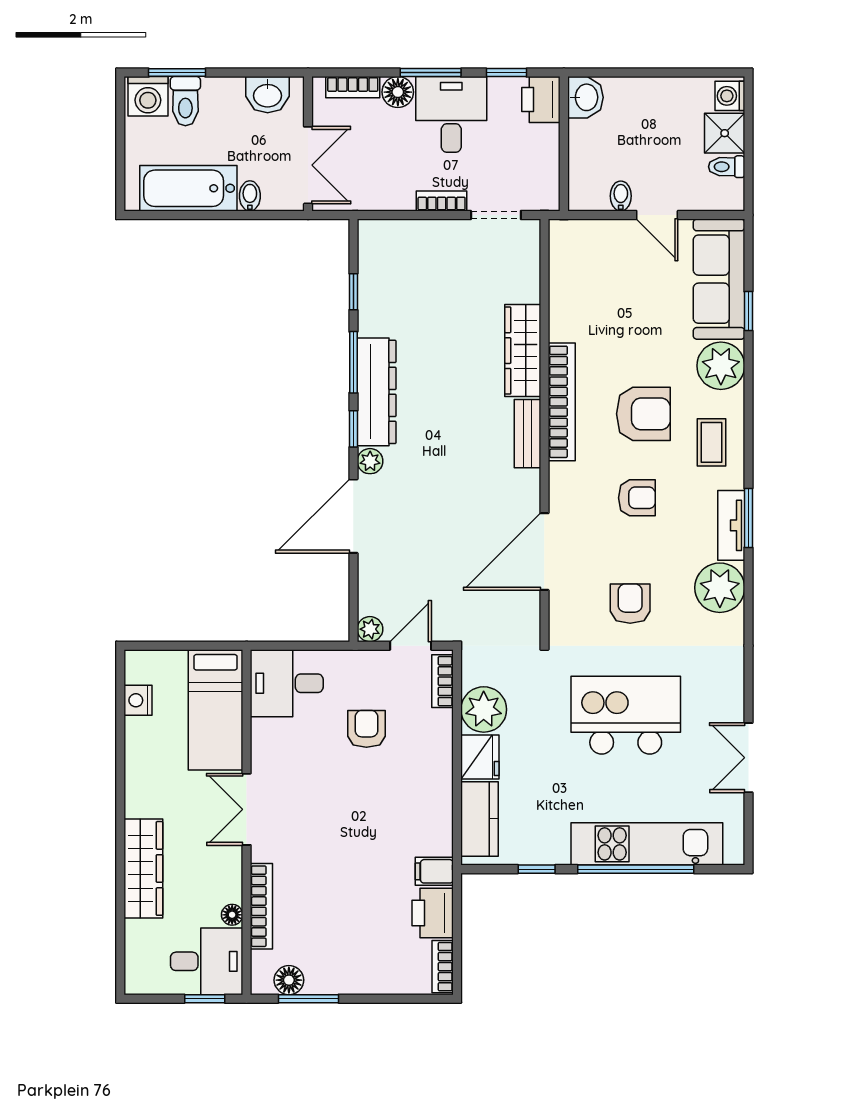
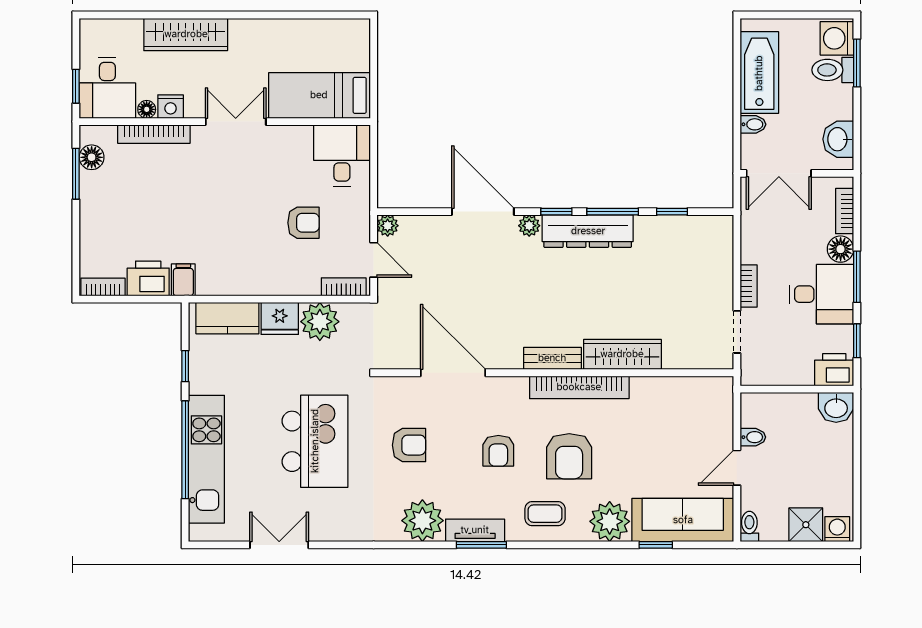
toilet: (727, 167) -> (749, 526), moved
nightstand: (138, 700) -> (171, 107), moved, turned 180

